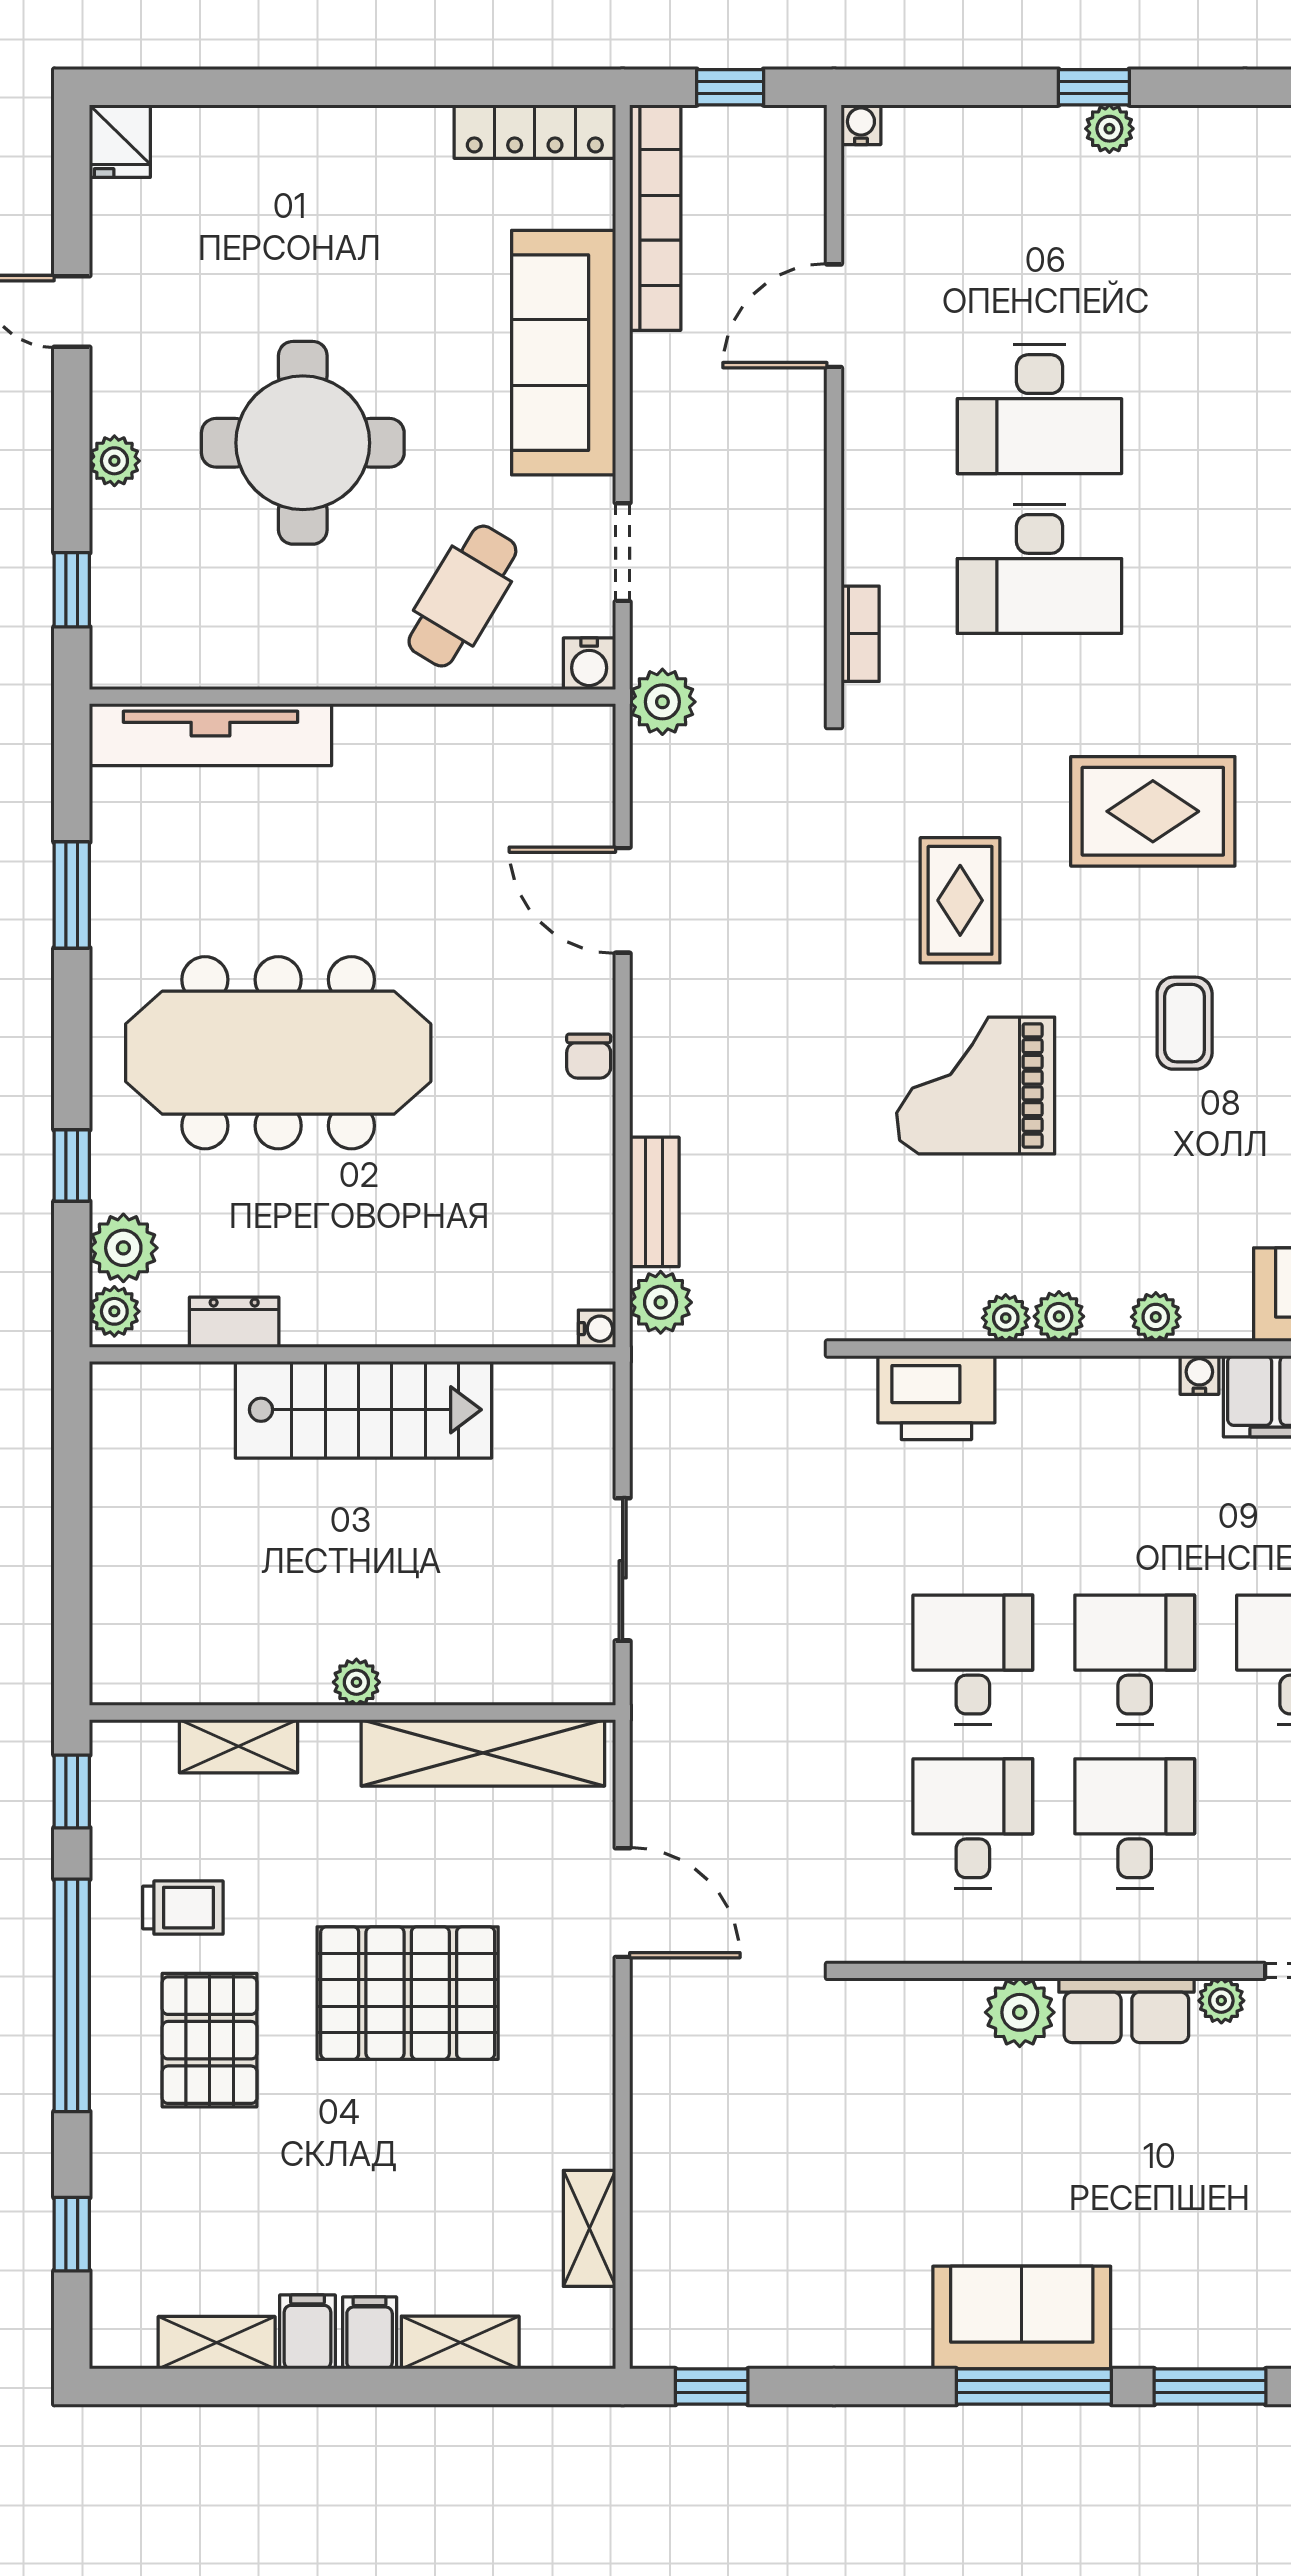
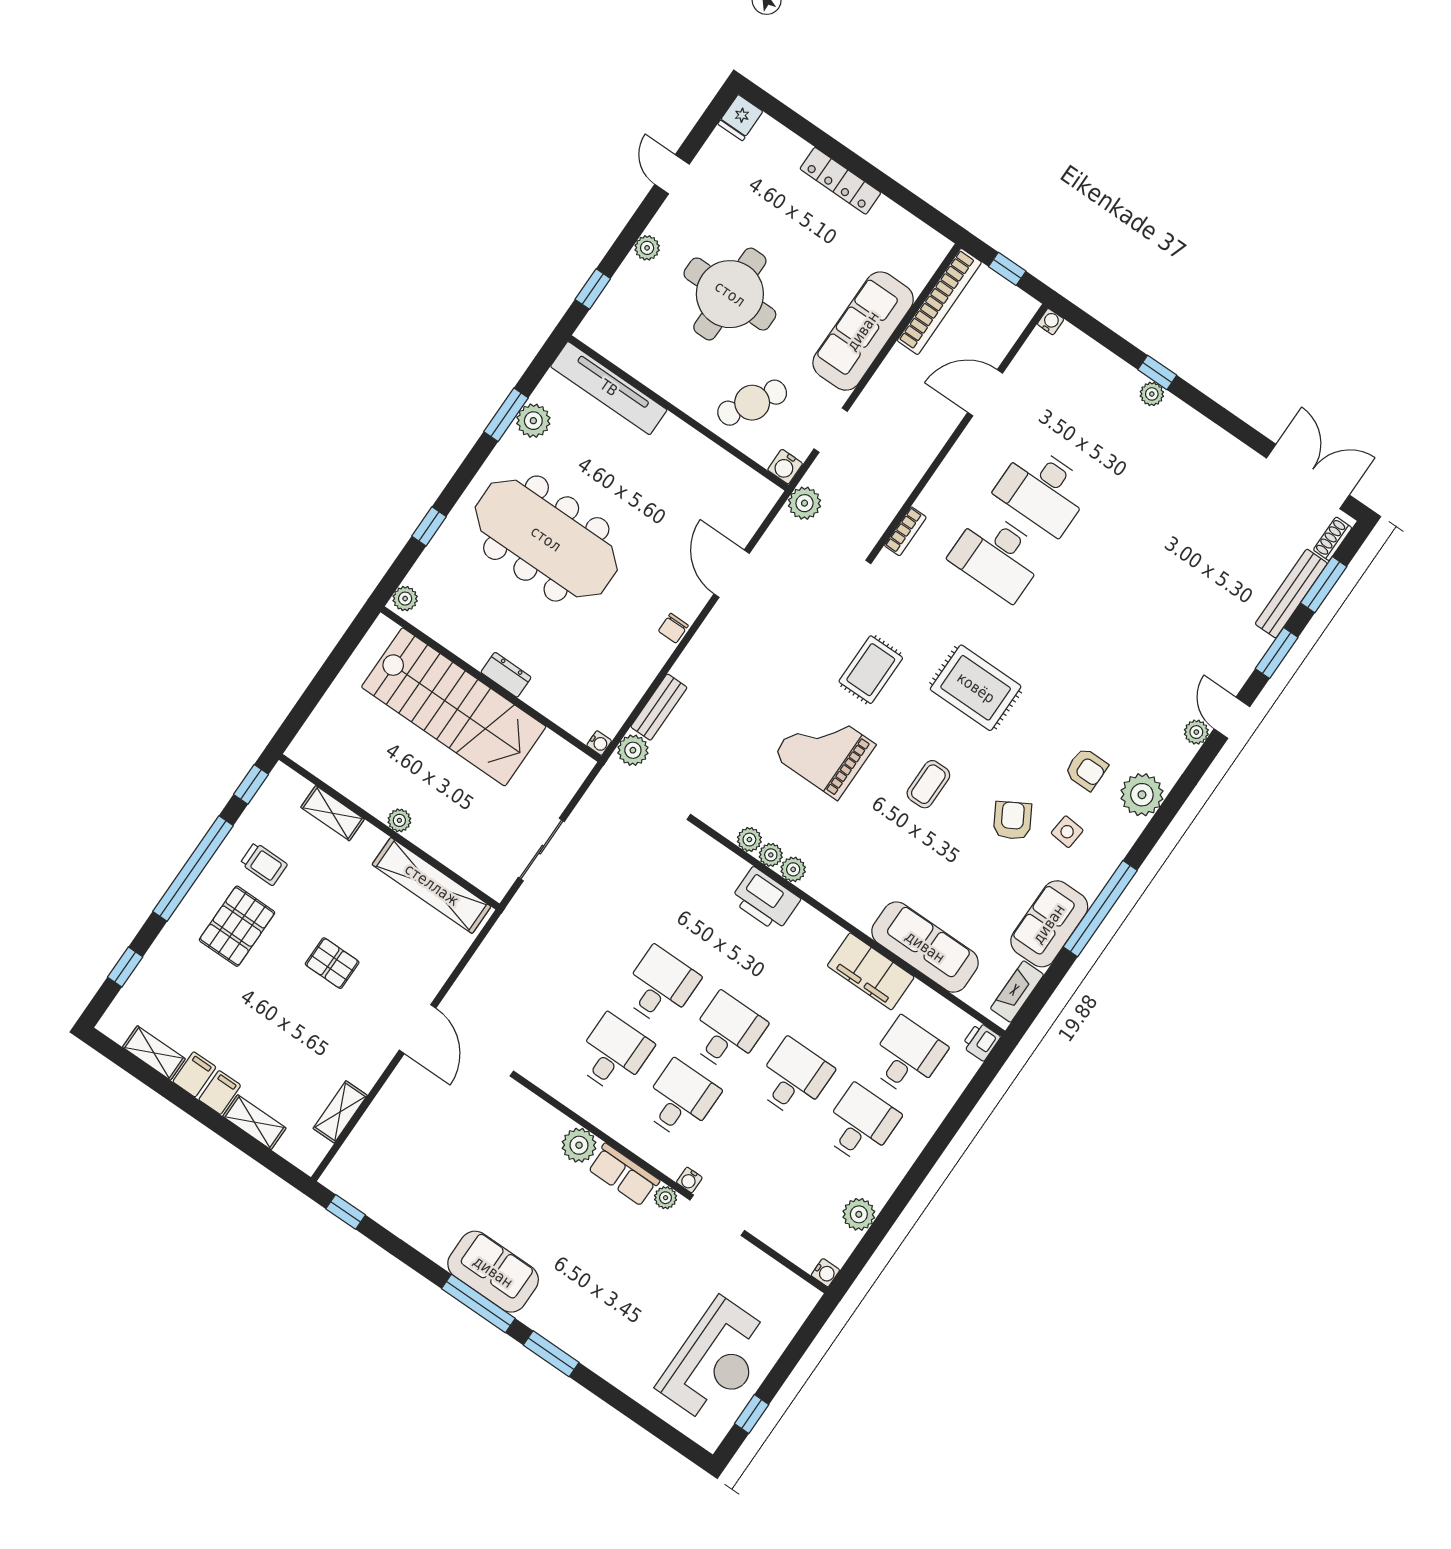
locker: (535, 132) -> (840, 181), moved
plant: (123, 1248) -> (533, 421), moved
plant: (1156, 1317) -> (749, 840), moved
dresser: (234, 1322) -> (506, 675), moved
water cooler: (1199, 1375) -> (689, 1180), moved, turned 180
printer: (936, 1398) -> (765, 900), moved
stairs: (364, 1410) -> (454, 707), width x1.36, depth x1.51
door: (623, 1903) -> (417, 1029), moved
pallet: (408, 1993) -> (332, 963), width x0.49, depth x0.50

